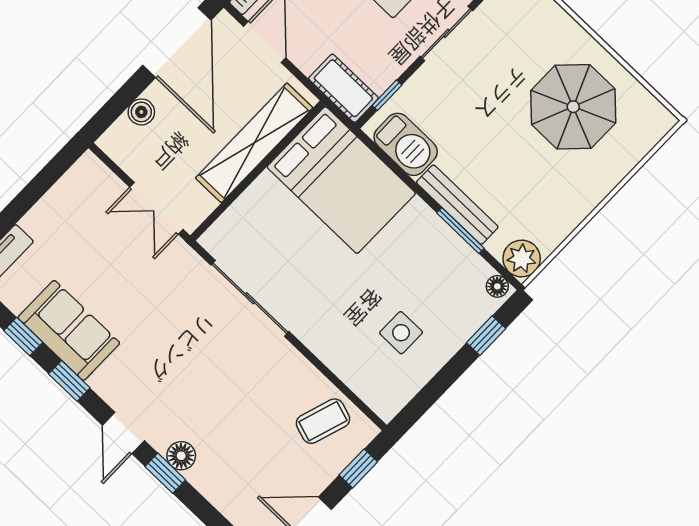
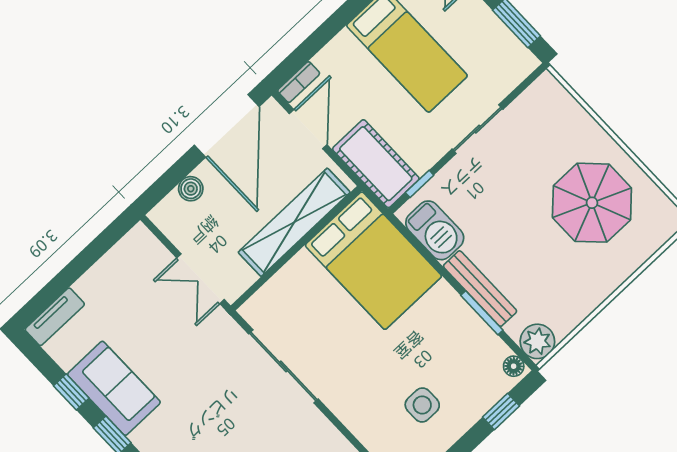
cot: (343, 88) -> (376, 164), width x1.37, depth x1.34

